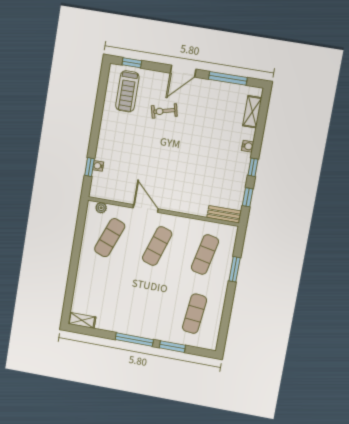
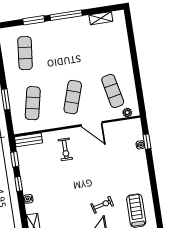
exercise bike: (185, 189) -> (65, 149), added
exercise mat: (110, 238) -> (113, 91), turned -33
shelving: (82, 320) -> (101, 18), moved

